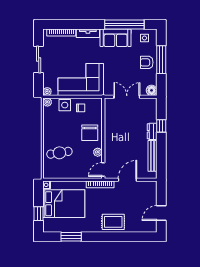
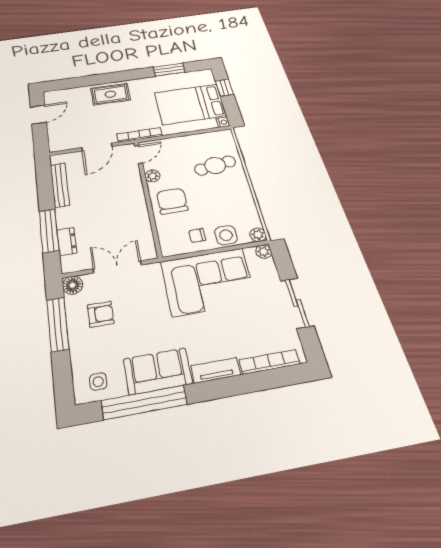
window: (161, 60) -> (58, 324), moved
armchair: (147, 62) -> (101, 314), moved
double door: (127, 97) -> (117, 267), swing flipped
window: (161, 126) -> (49, 231), width x2.17
dresser: (152, 131) -> (67, 242), moved

